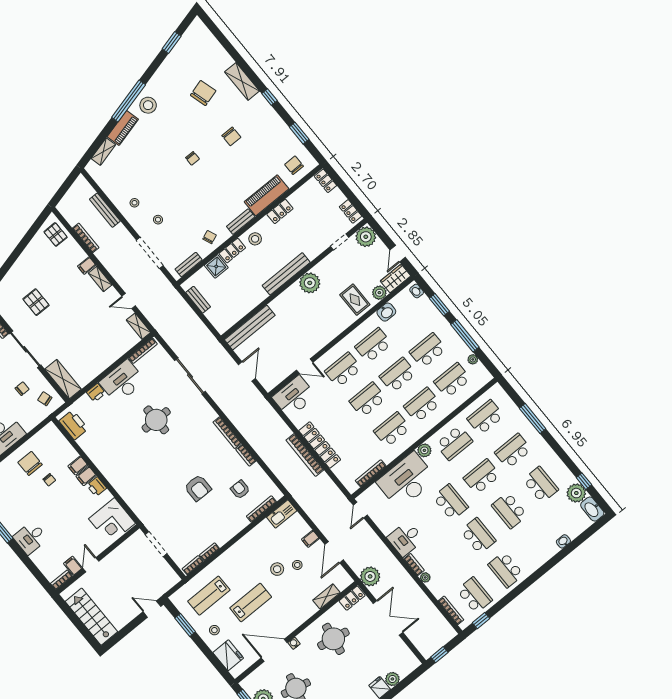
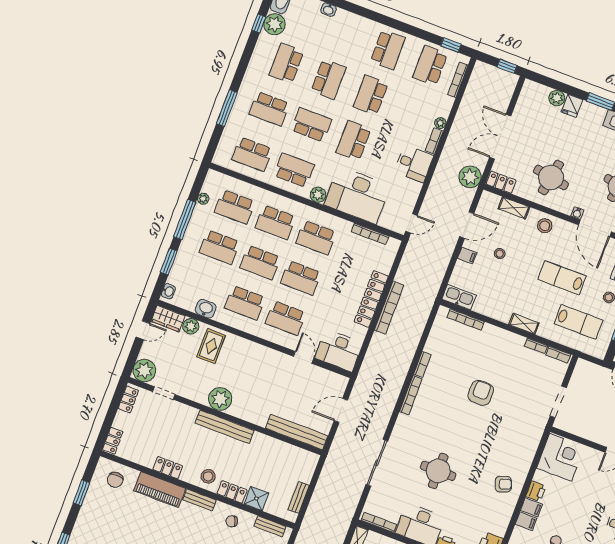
school desk: (482, 477) -> (311, 125), turned 180
armchair: (240, 489) -> (503, 484), moved, turned -111
shelving: (232, 552) -> (524, 324), added
stool: (277, 569) -> (545, 226), moved

